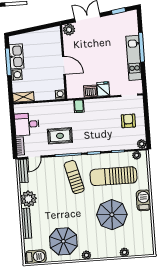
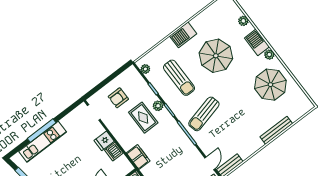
kitchen unit: (134, 58) -> (43, 142), moved
filing cabinet: (79, 106) -> (138, 157), width x2.00
rug: (60, 136) -> (143, 118), moved
plant: (142, 144) -> (158, 106), moved
door: (34, 157) -> (210, 163), hinge flipped
sun lounger: (114, 176) -> (179, 78), width x0.73, depth x0.75
plant: (28, 199) -> (252, 143), removed
barbecue: (36, 257) -> (257, 42), moved

